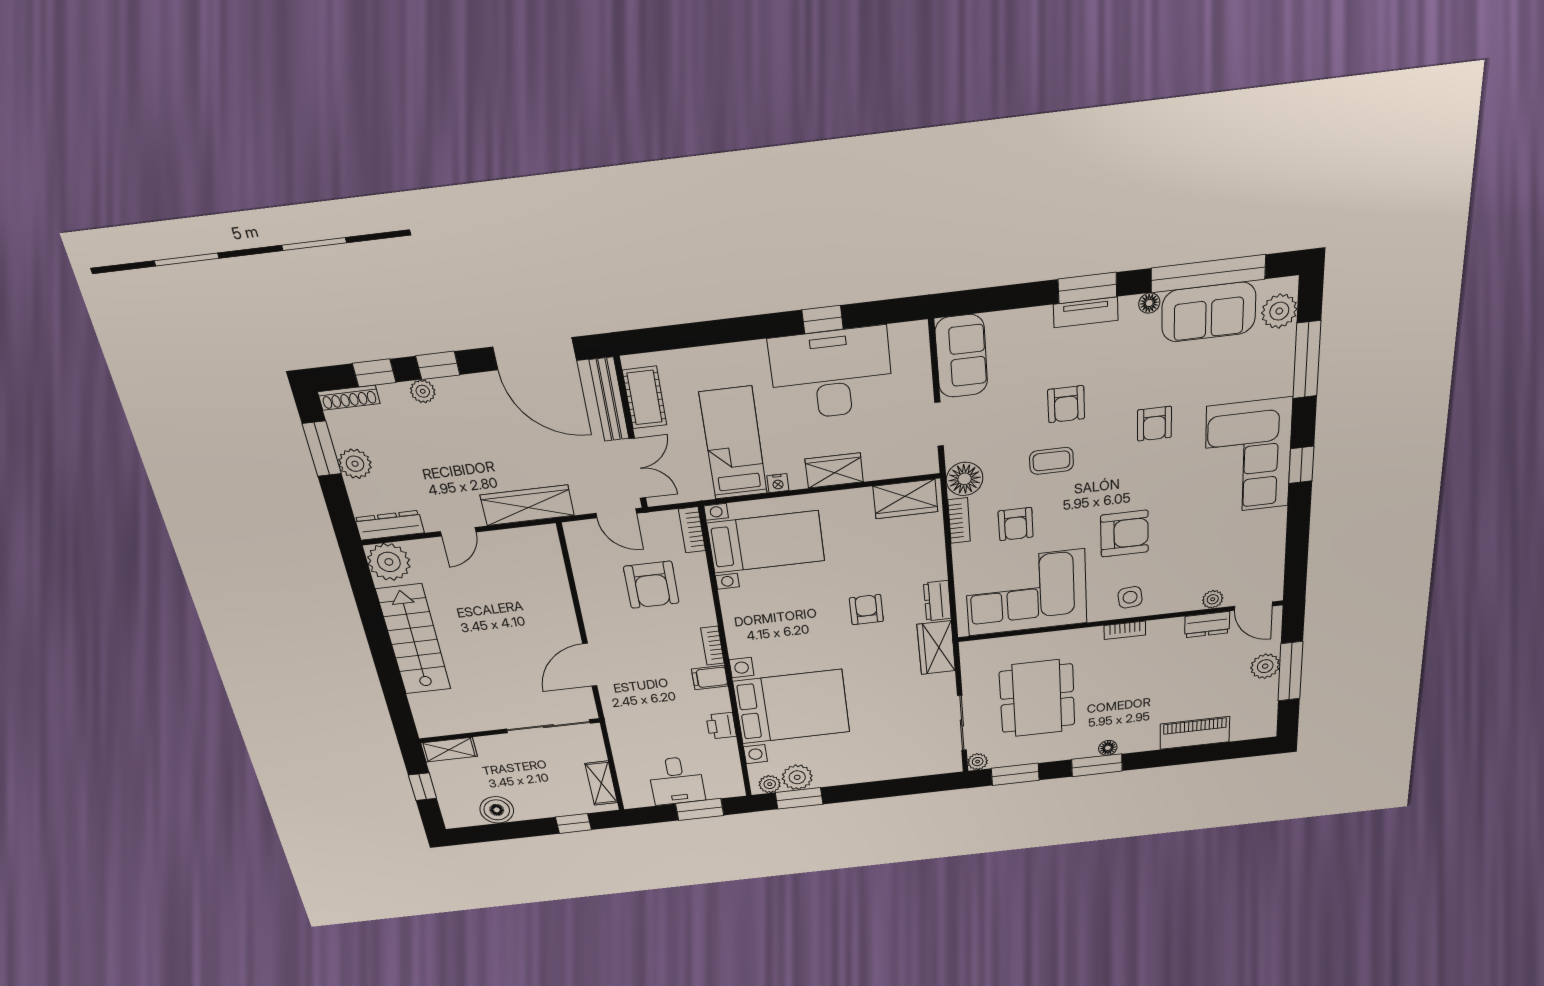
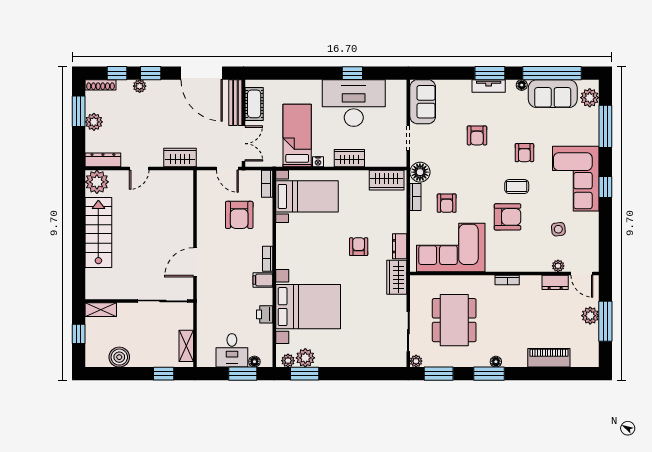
coffee table: (1051, 461) -> (517, 187), moved
wardrobe: (527, 505) -> (180, 158), width x0.67
side table: (1130, 597) -> (558, 229), moved
floor lamp: (716, 791) -> (254, 362), added

